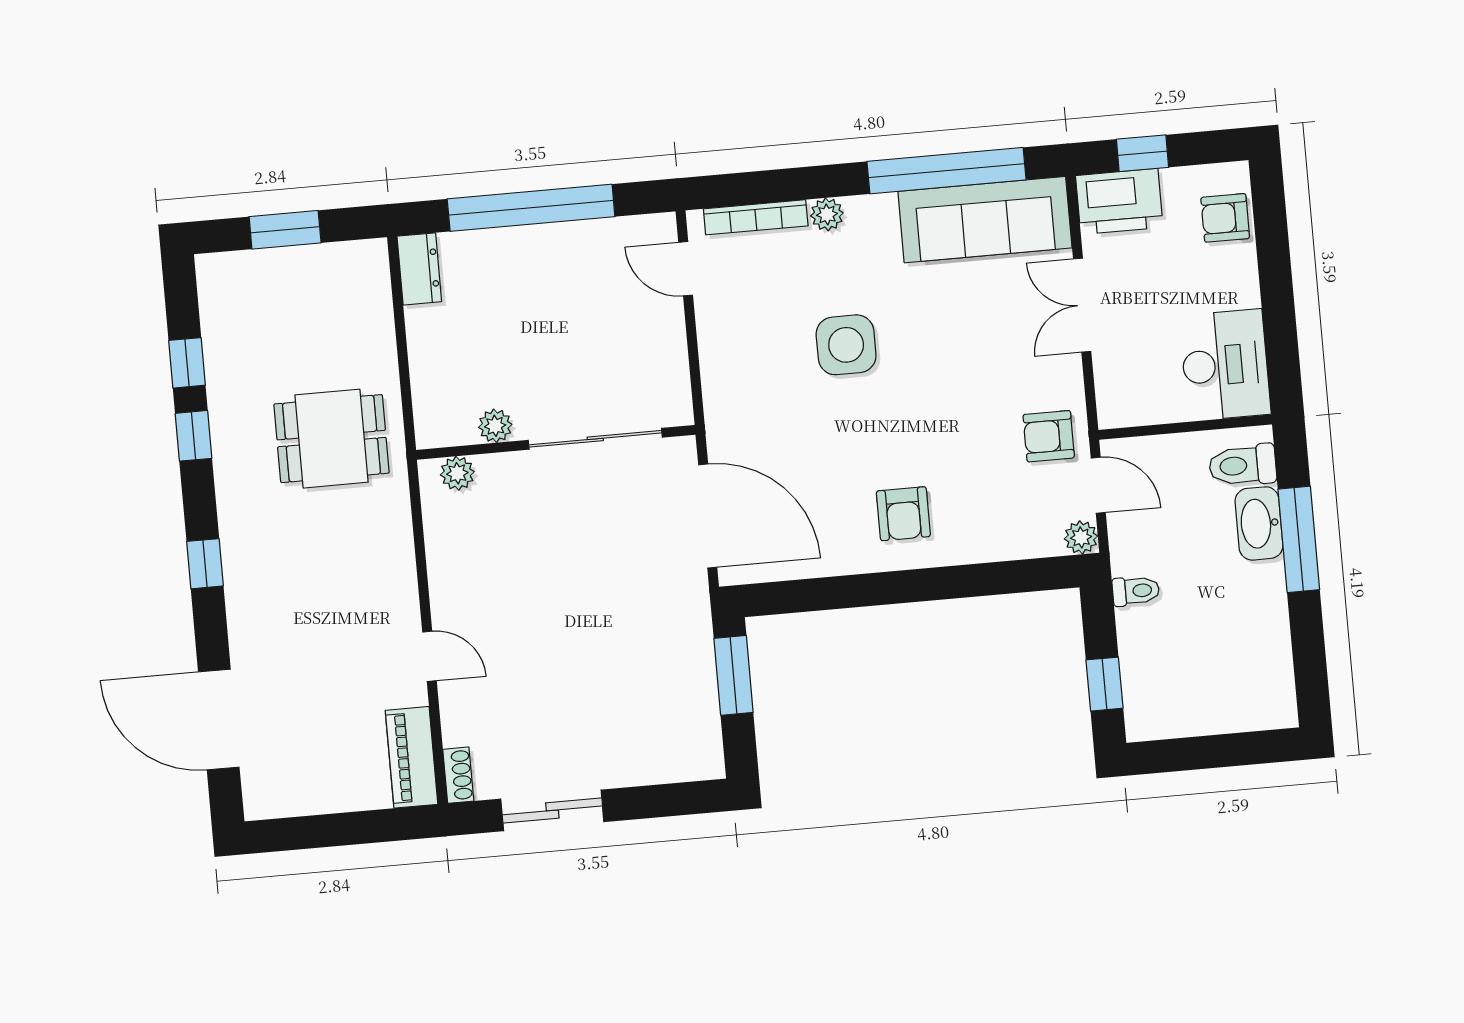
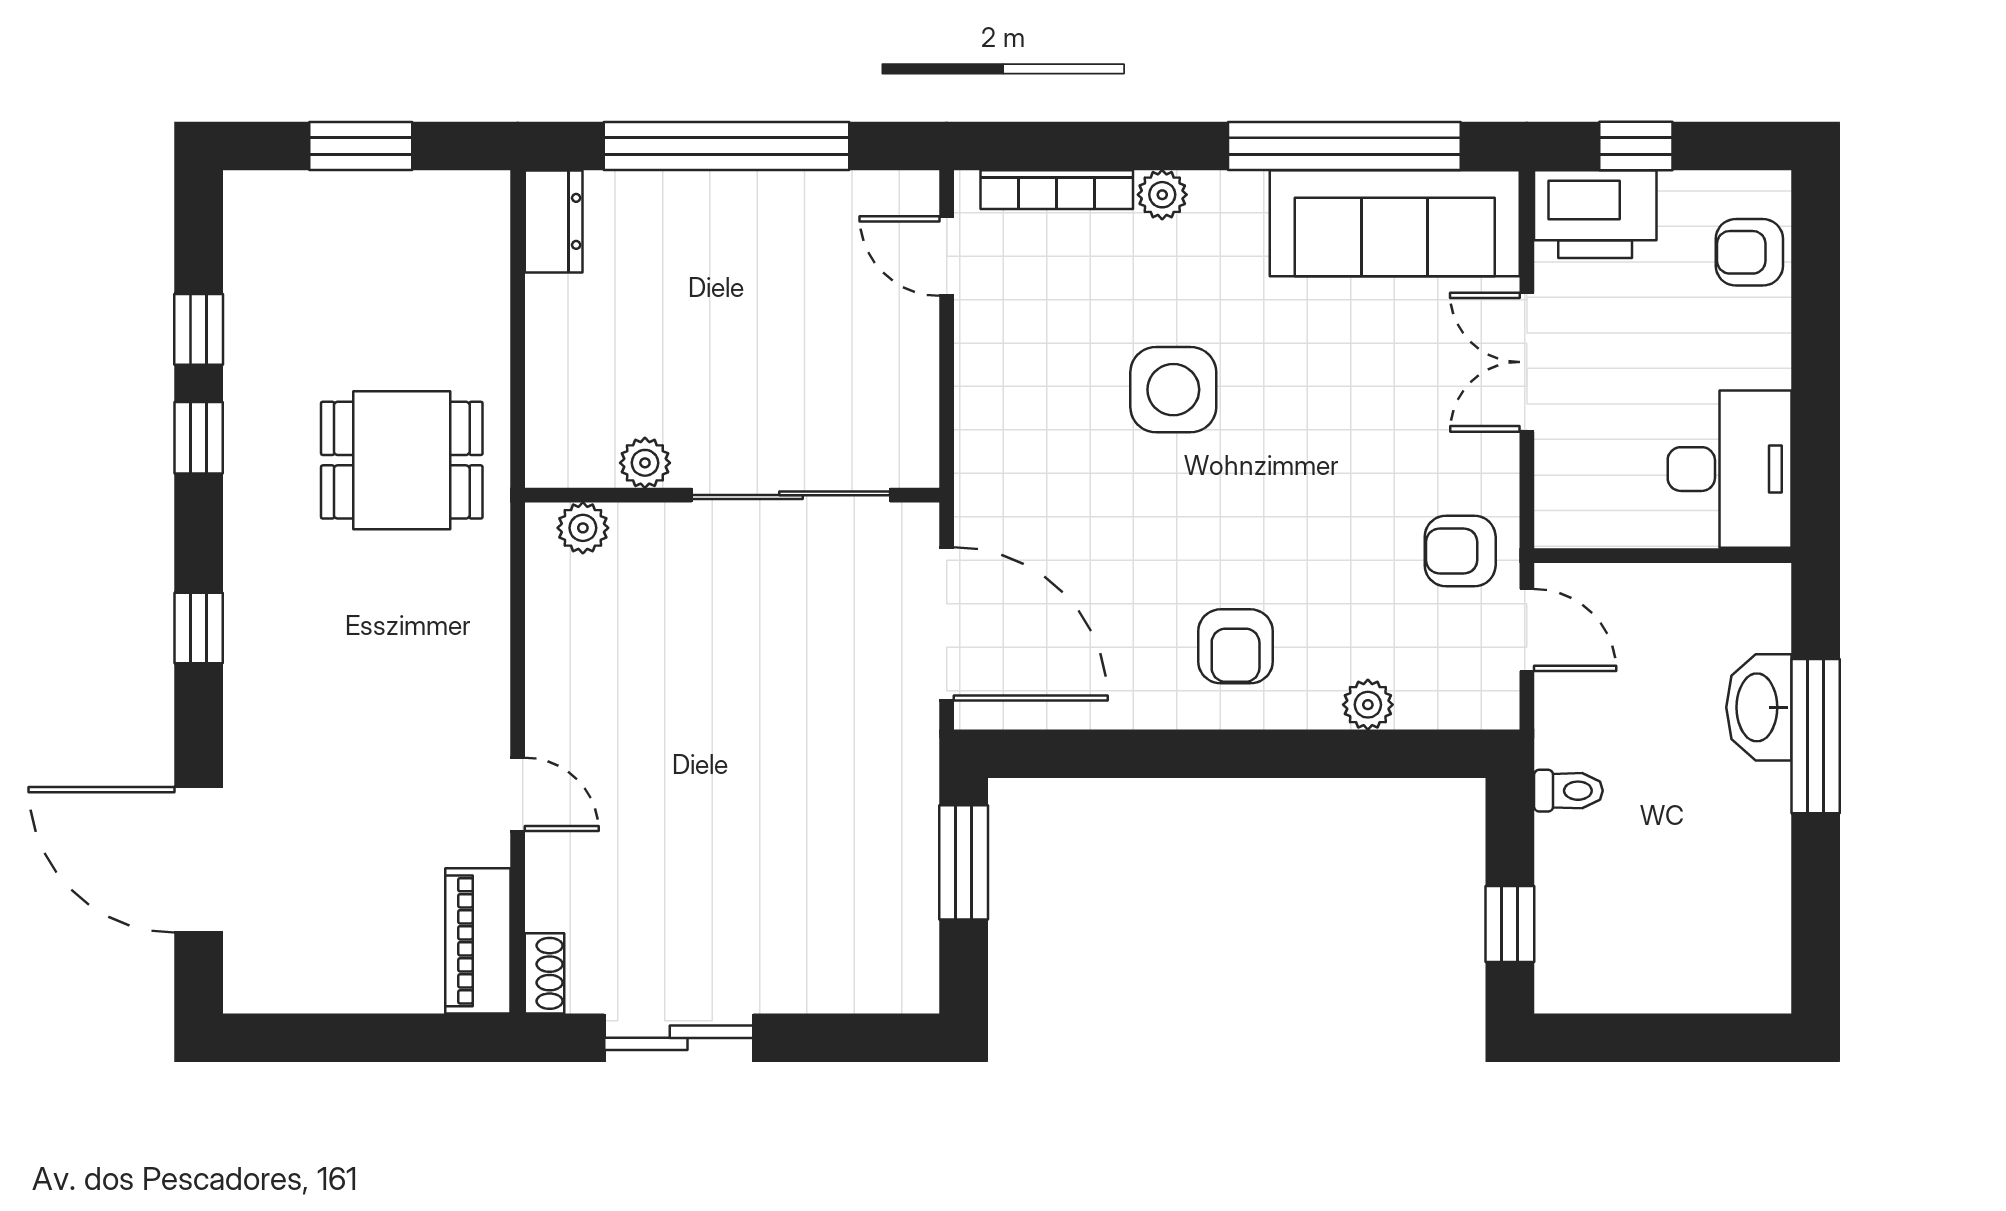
toilet: (1243, 465) -> (1742, 619), removed
plant: (1081, 537) -> (1368, 705), moved

